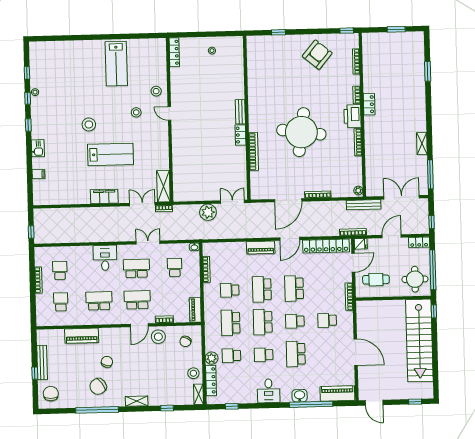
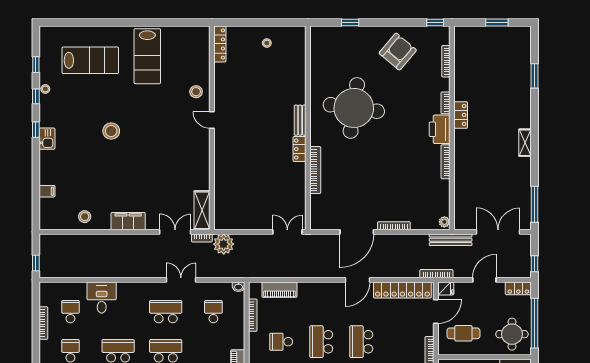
stool: (136, 112) -> (85, 217), moved
round table: (301, 132) -> (354, 108), moved
shelving: (422, 144) -> (525, 143), moved
kitchen sink: (38, 148) -> (47, 139), moved
lab bench: (110, 154) -> (90, 60), moved
plant: (208, 212) -> (224, 244), moved
piano: (261, 247) -> (279, 290), moved
desk: (105, 258) -> (102, 297), moved

